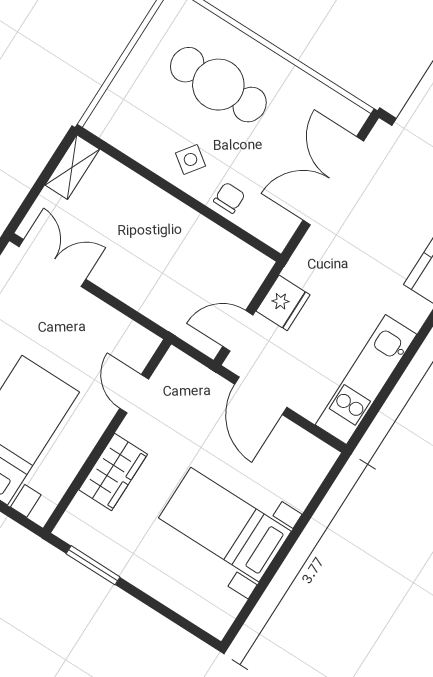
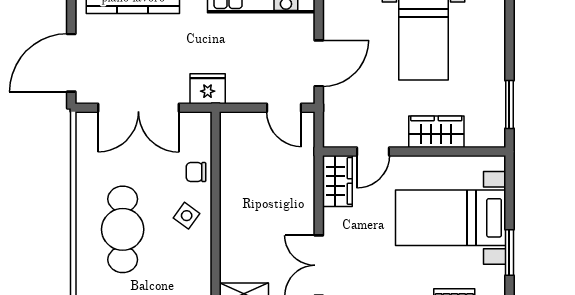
fridge: (283, 303) -> (208, 89), moved
wardrobe: (127, 338) -> (337, 181), added

